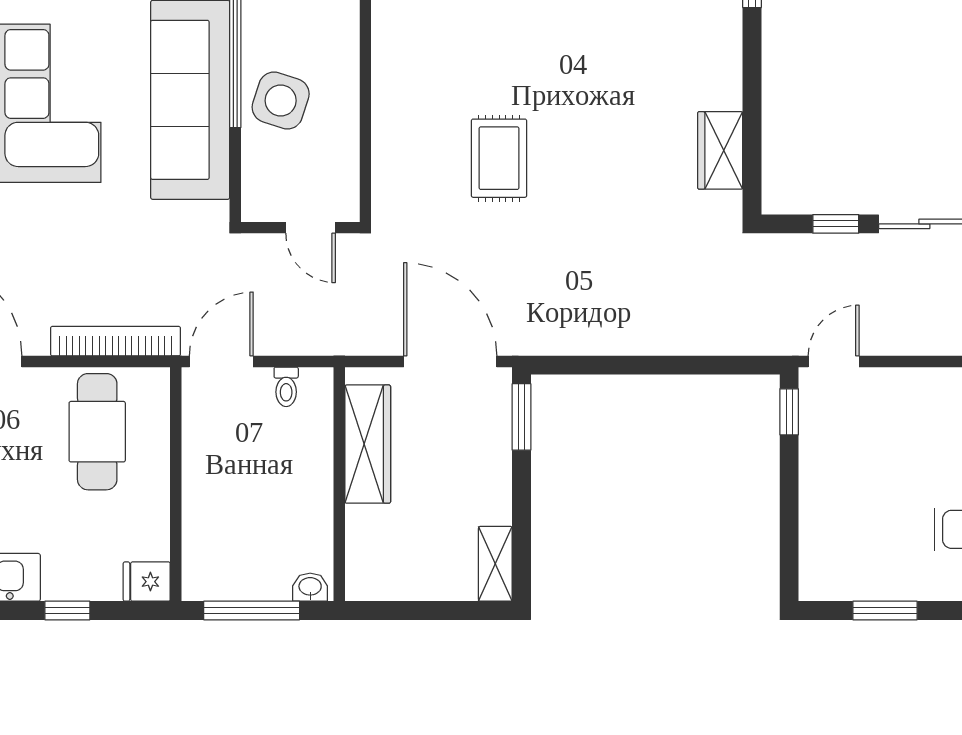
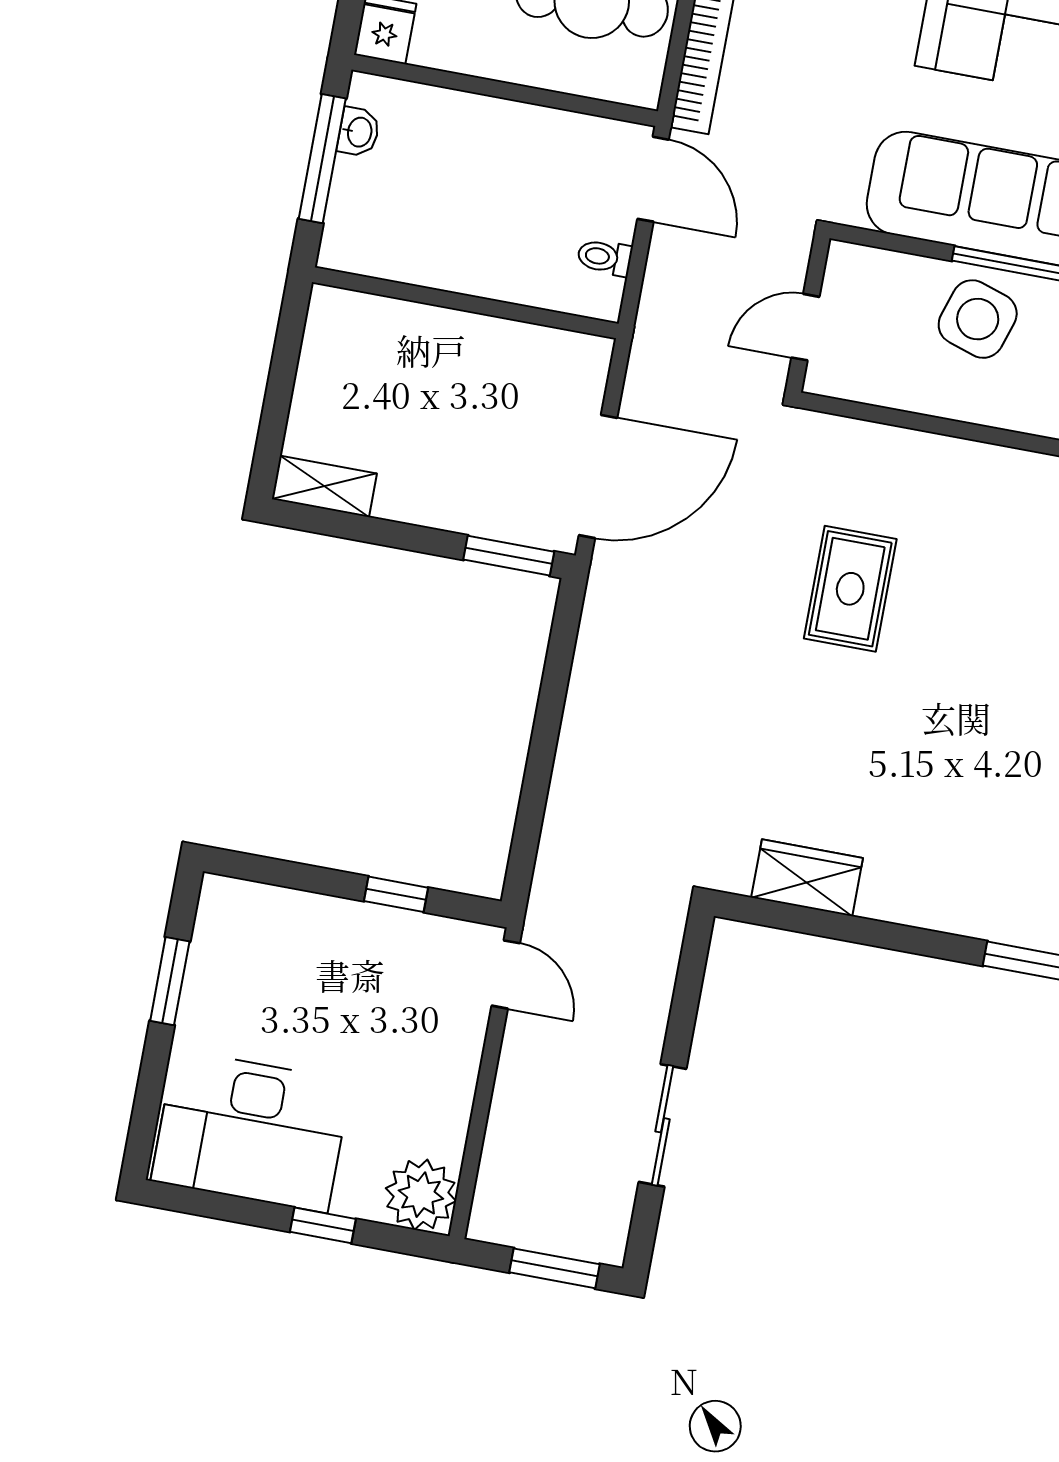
rug: (499, 158) -> (850, 589), turned 90
window: (836, 224) -> (684, 1010), removed
window: (789, 412) -> (396, 894), moved
wardrobe: (368, 444) -> (510, 349), removed
washbasin: (310, 587) -> (359, 132), moved

